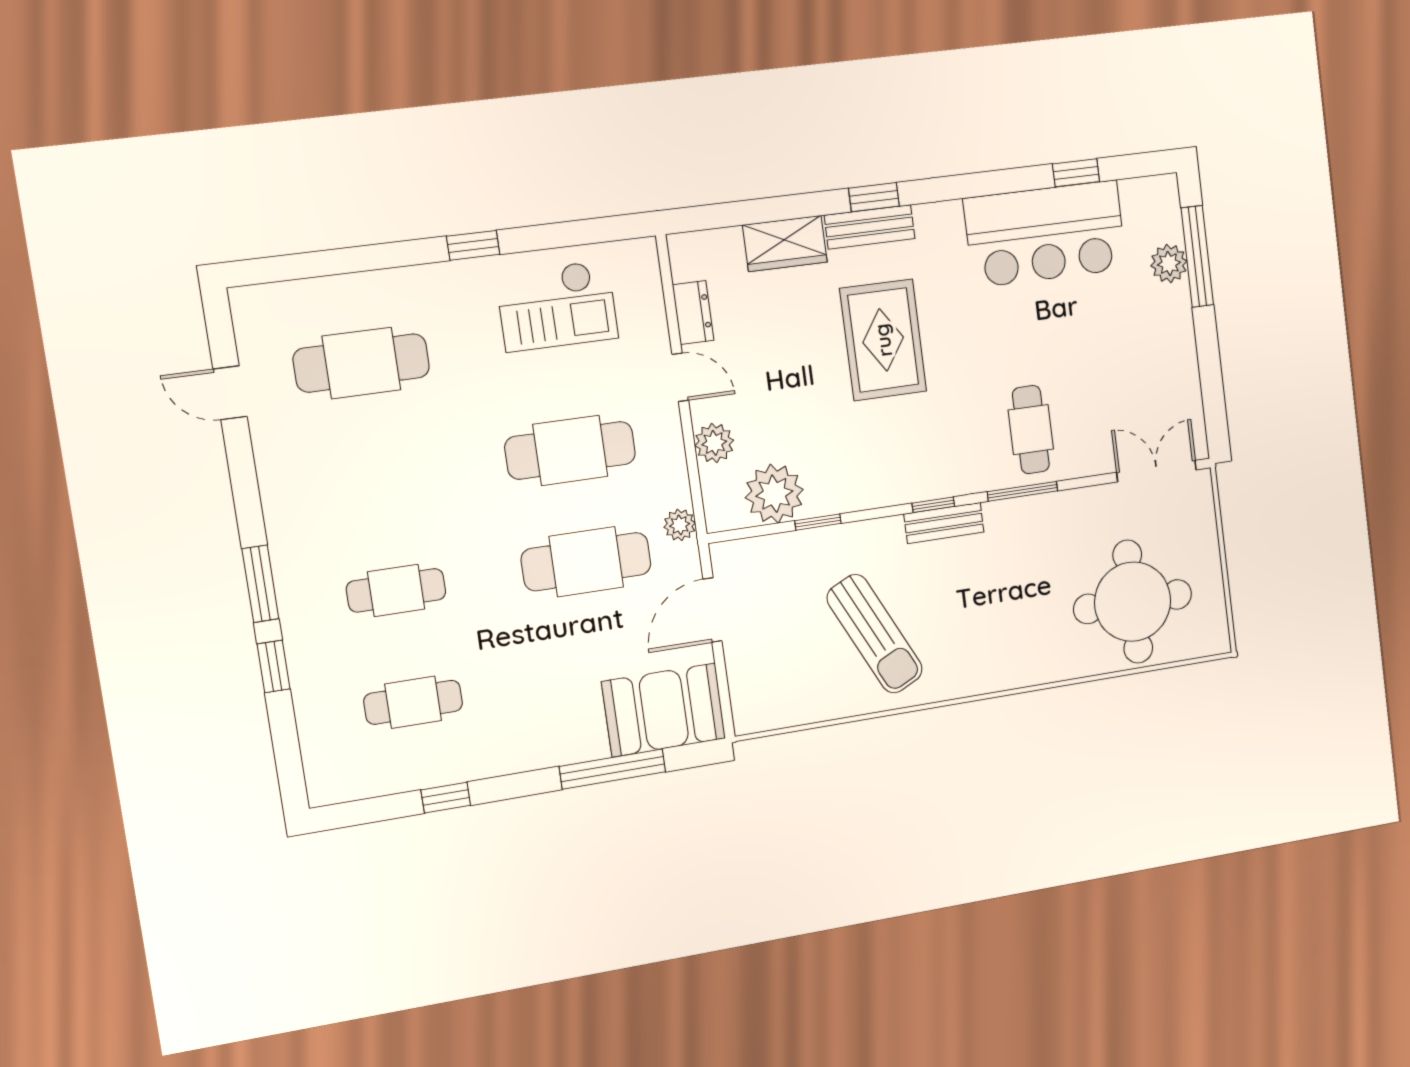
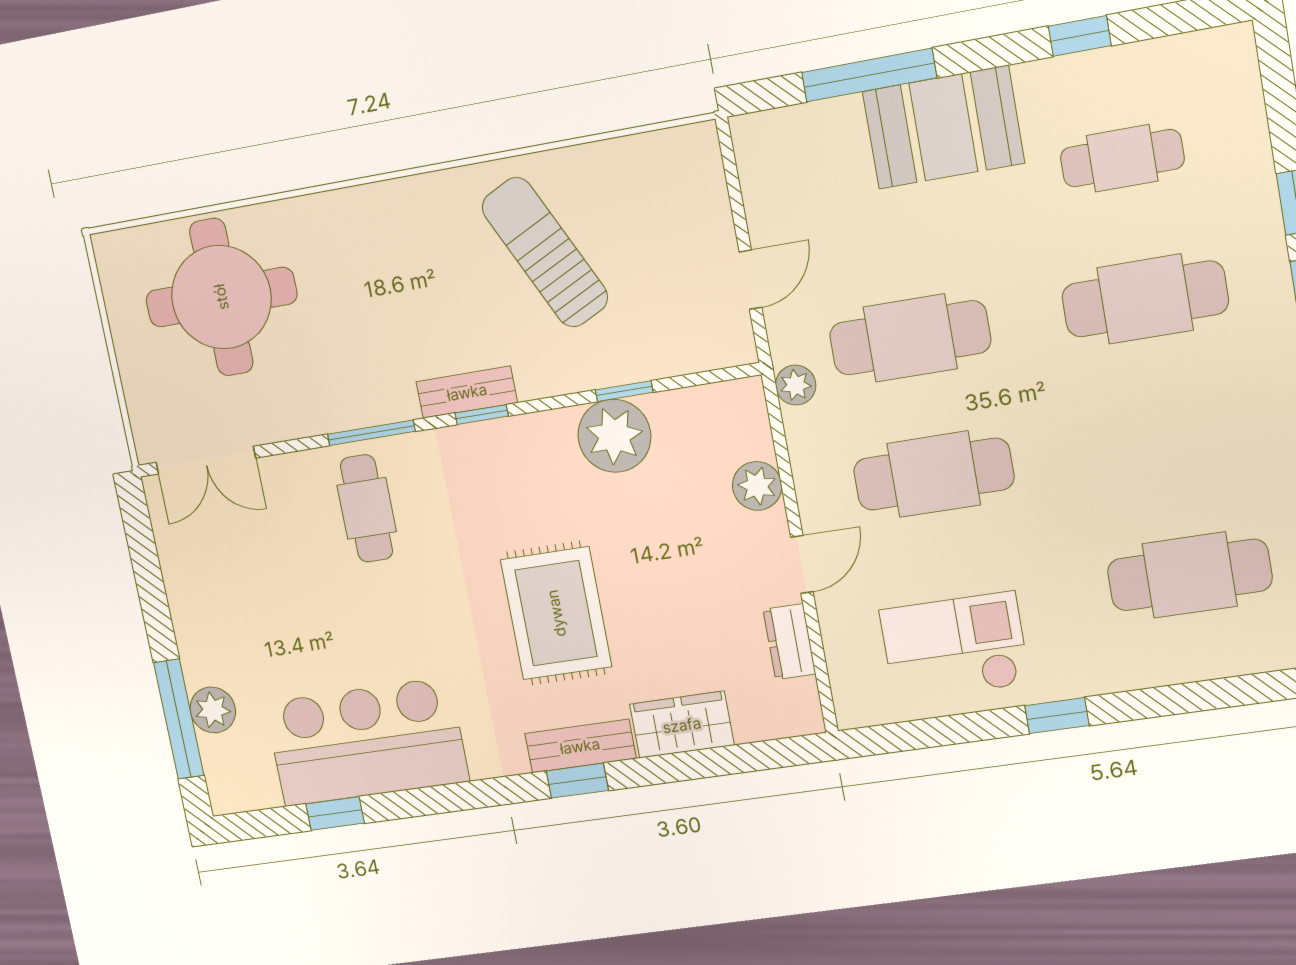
door: (680, 377) -> (802, 564), swing flipped
plant: (774, 494) -> (614, 436), moved
cafe table: (396, 590) -> (1145, 299), width x1.37, depth x1.35
door: (712, 610) -> (750, 280), width x0.73
booth: (664, 710) -> (943, 127), moved

